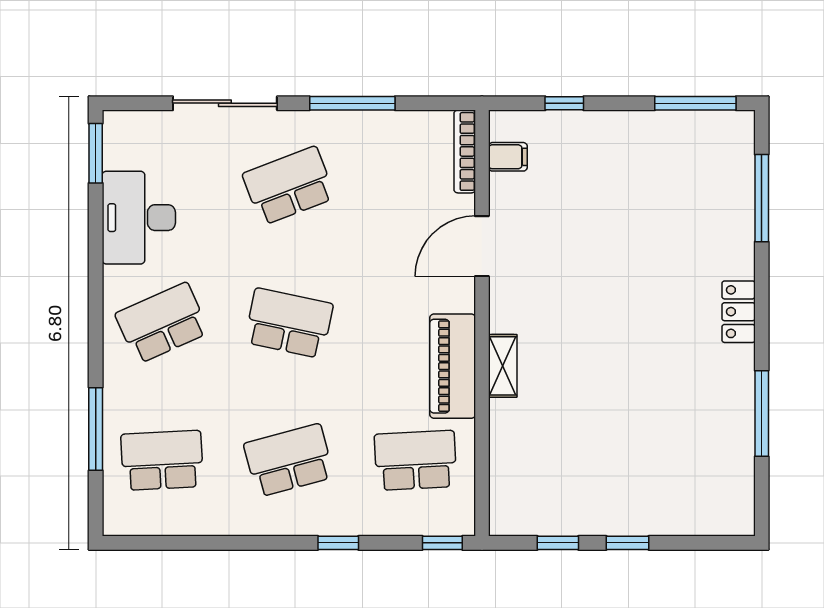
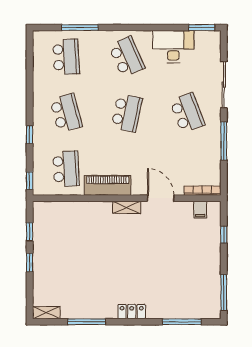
shelving: (503, 366) -> (127, 207), moved
shelving: (741, 505) -> (46, 313), added

